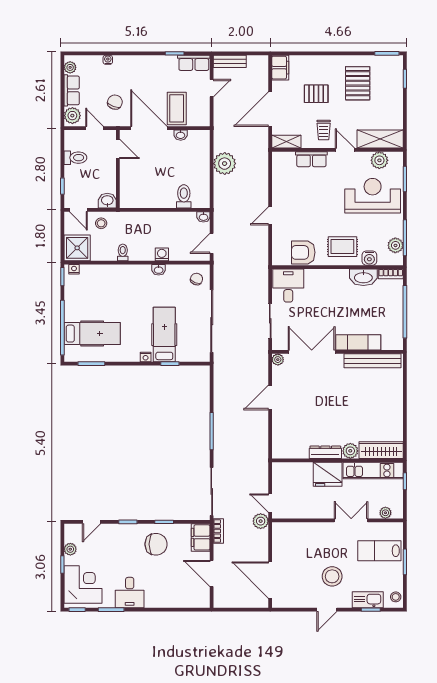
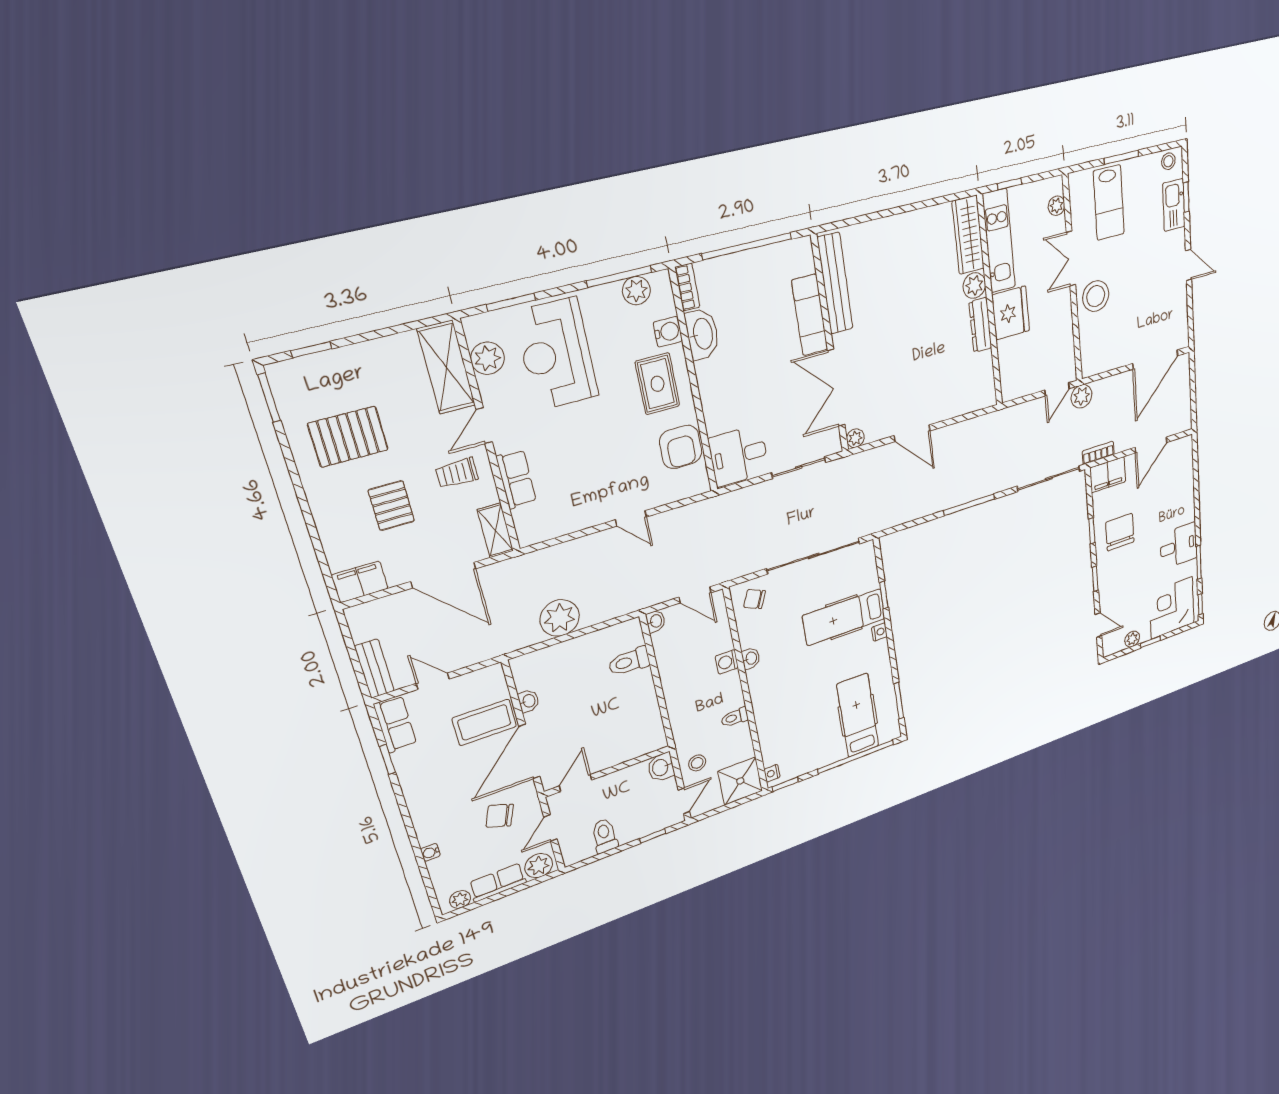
trolley: (324, 130) -> (457, 473), turned 180
stool: (332, 576) -> (1096, 296), moved

